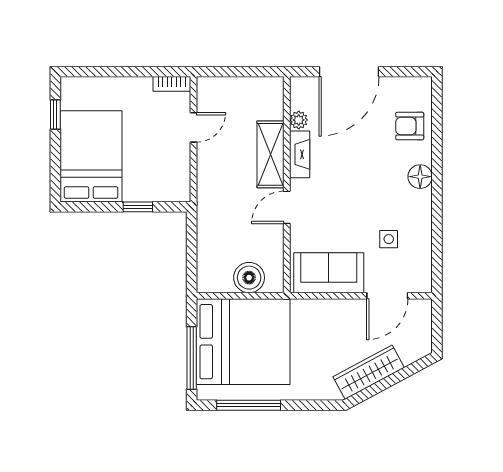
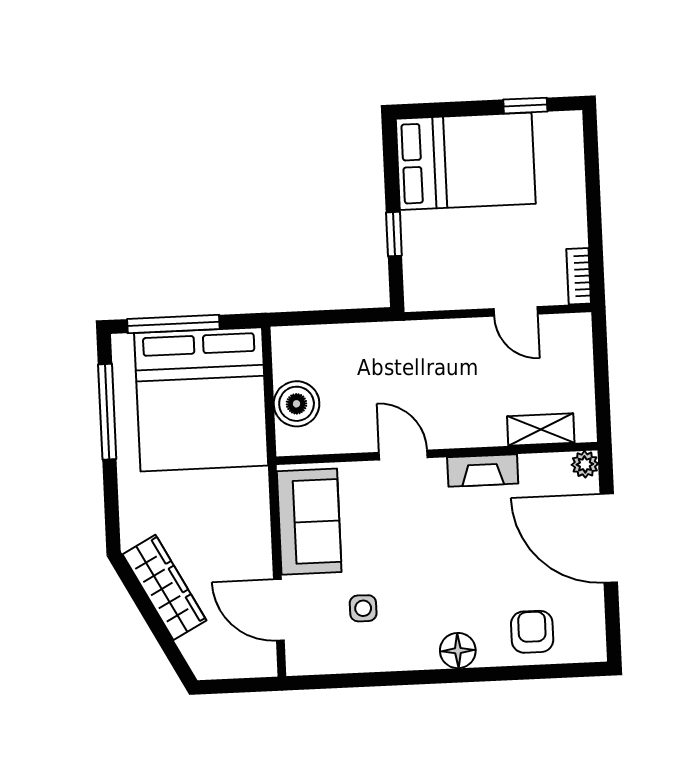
plant: (299, 120) -> (585, 464), moved
shelving: (271, 154) -> (541, 430), moved, width x0.67, depth x0.75

